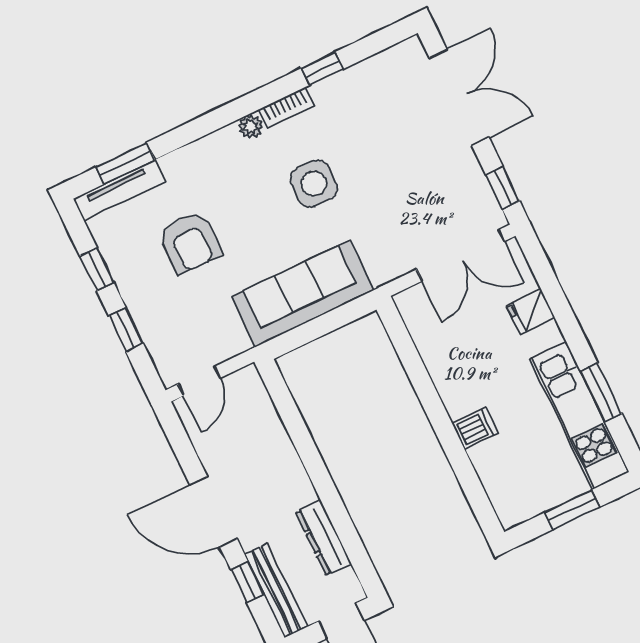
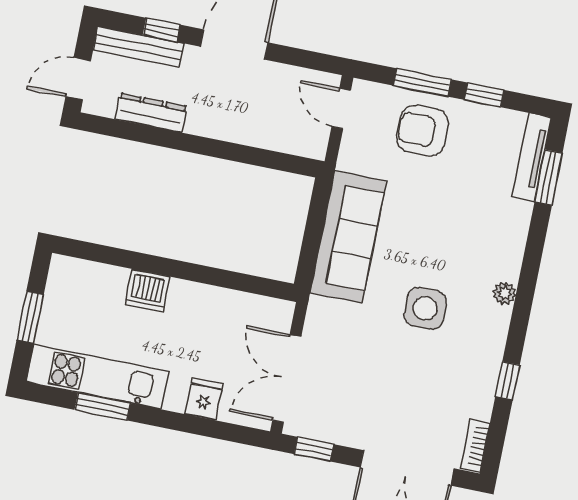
bookcase: (286, 108) -> (475, 446), moved
armchair: (190, 242) -> (422, 130), moved
window: (126, 329) -> (422, 82), width x1.50
dishwasher: (475, 428) -> (147, 290), width x1.38

